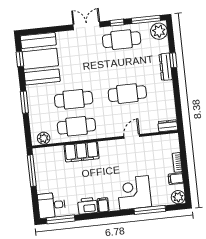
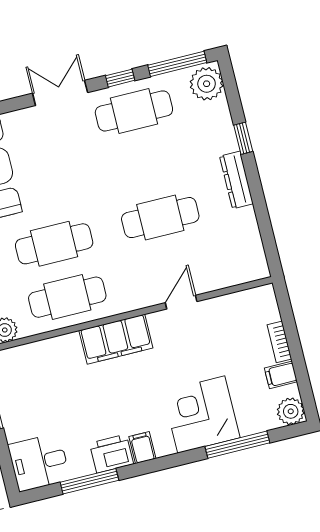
dresser: (166, 67) -> (236, 180), moved
dresser: (168, 126) -> (250, 271), removed
filing cabinet: (82, 152) -> (116, 339), moved
window: (61, 219) -> (89, 481), moved

